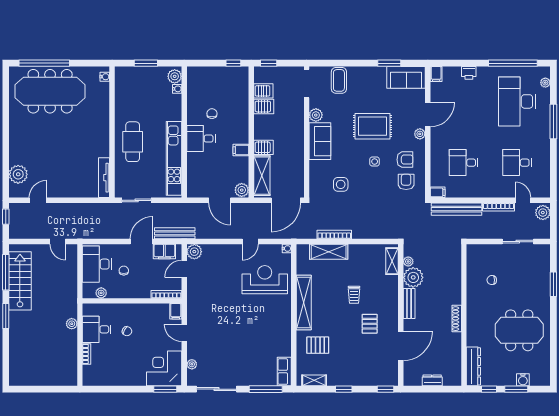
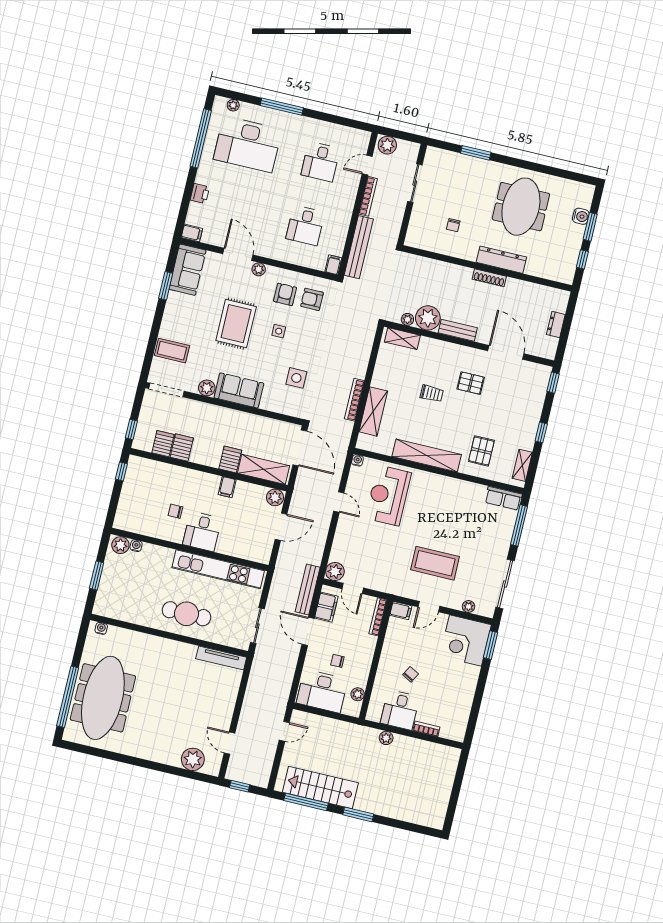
coffee table: (220, 330) -> (435, 563), added
dresser: (473, 366) -> (501, 260), moved

